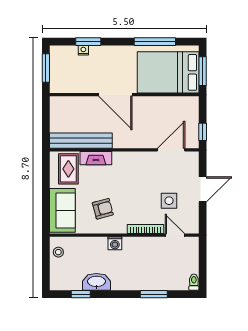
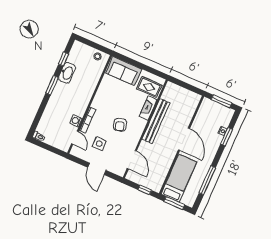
bed: (168, 72) -> (179, 178), width x0.67
door: (115, 95) -> (184, 139), swing flipped
window: (203, 132) -> (145, 190), moved
bench: (81, 141) -> (156, 121), moved
armchair: (103, 209) -> (120, 125), moved
door: (175, 235) -> (75, 138), hinge flipped
washing machine: (115, 243) -> (76, 121), moved
window: (154, 294) -> (52, 85), moved

